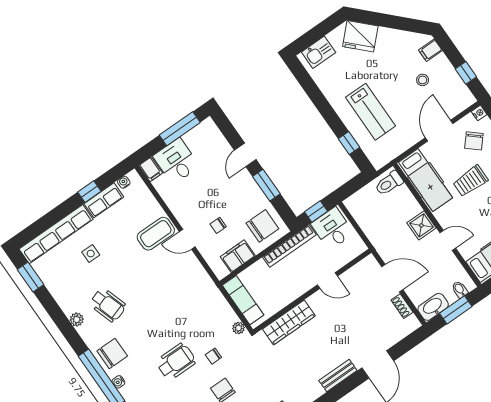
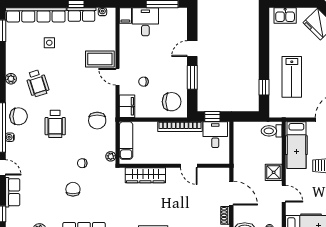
filing cabinet: (238, 256) -> (127, 106), moved, turned 90
chair: (198, 300) -> (97, 121), added
wheelchair: (176, 362) -> (55, 124), moved, turned 90

